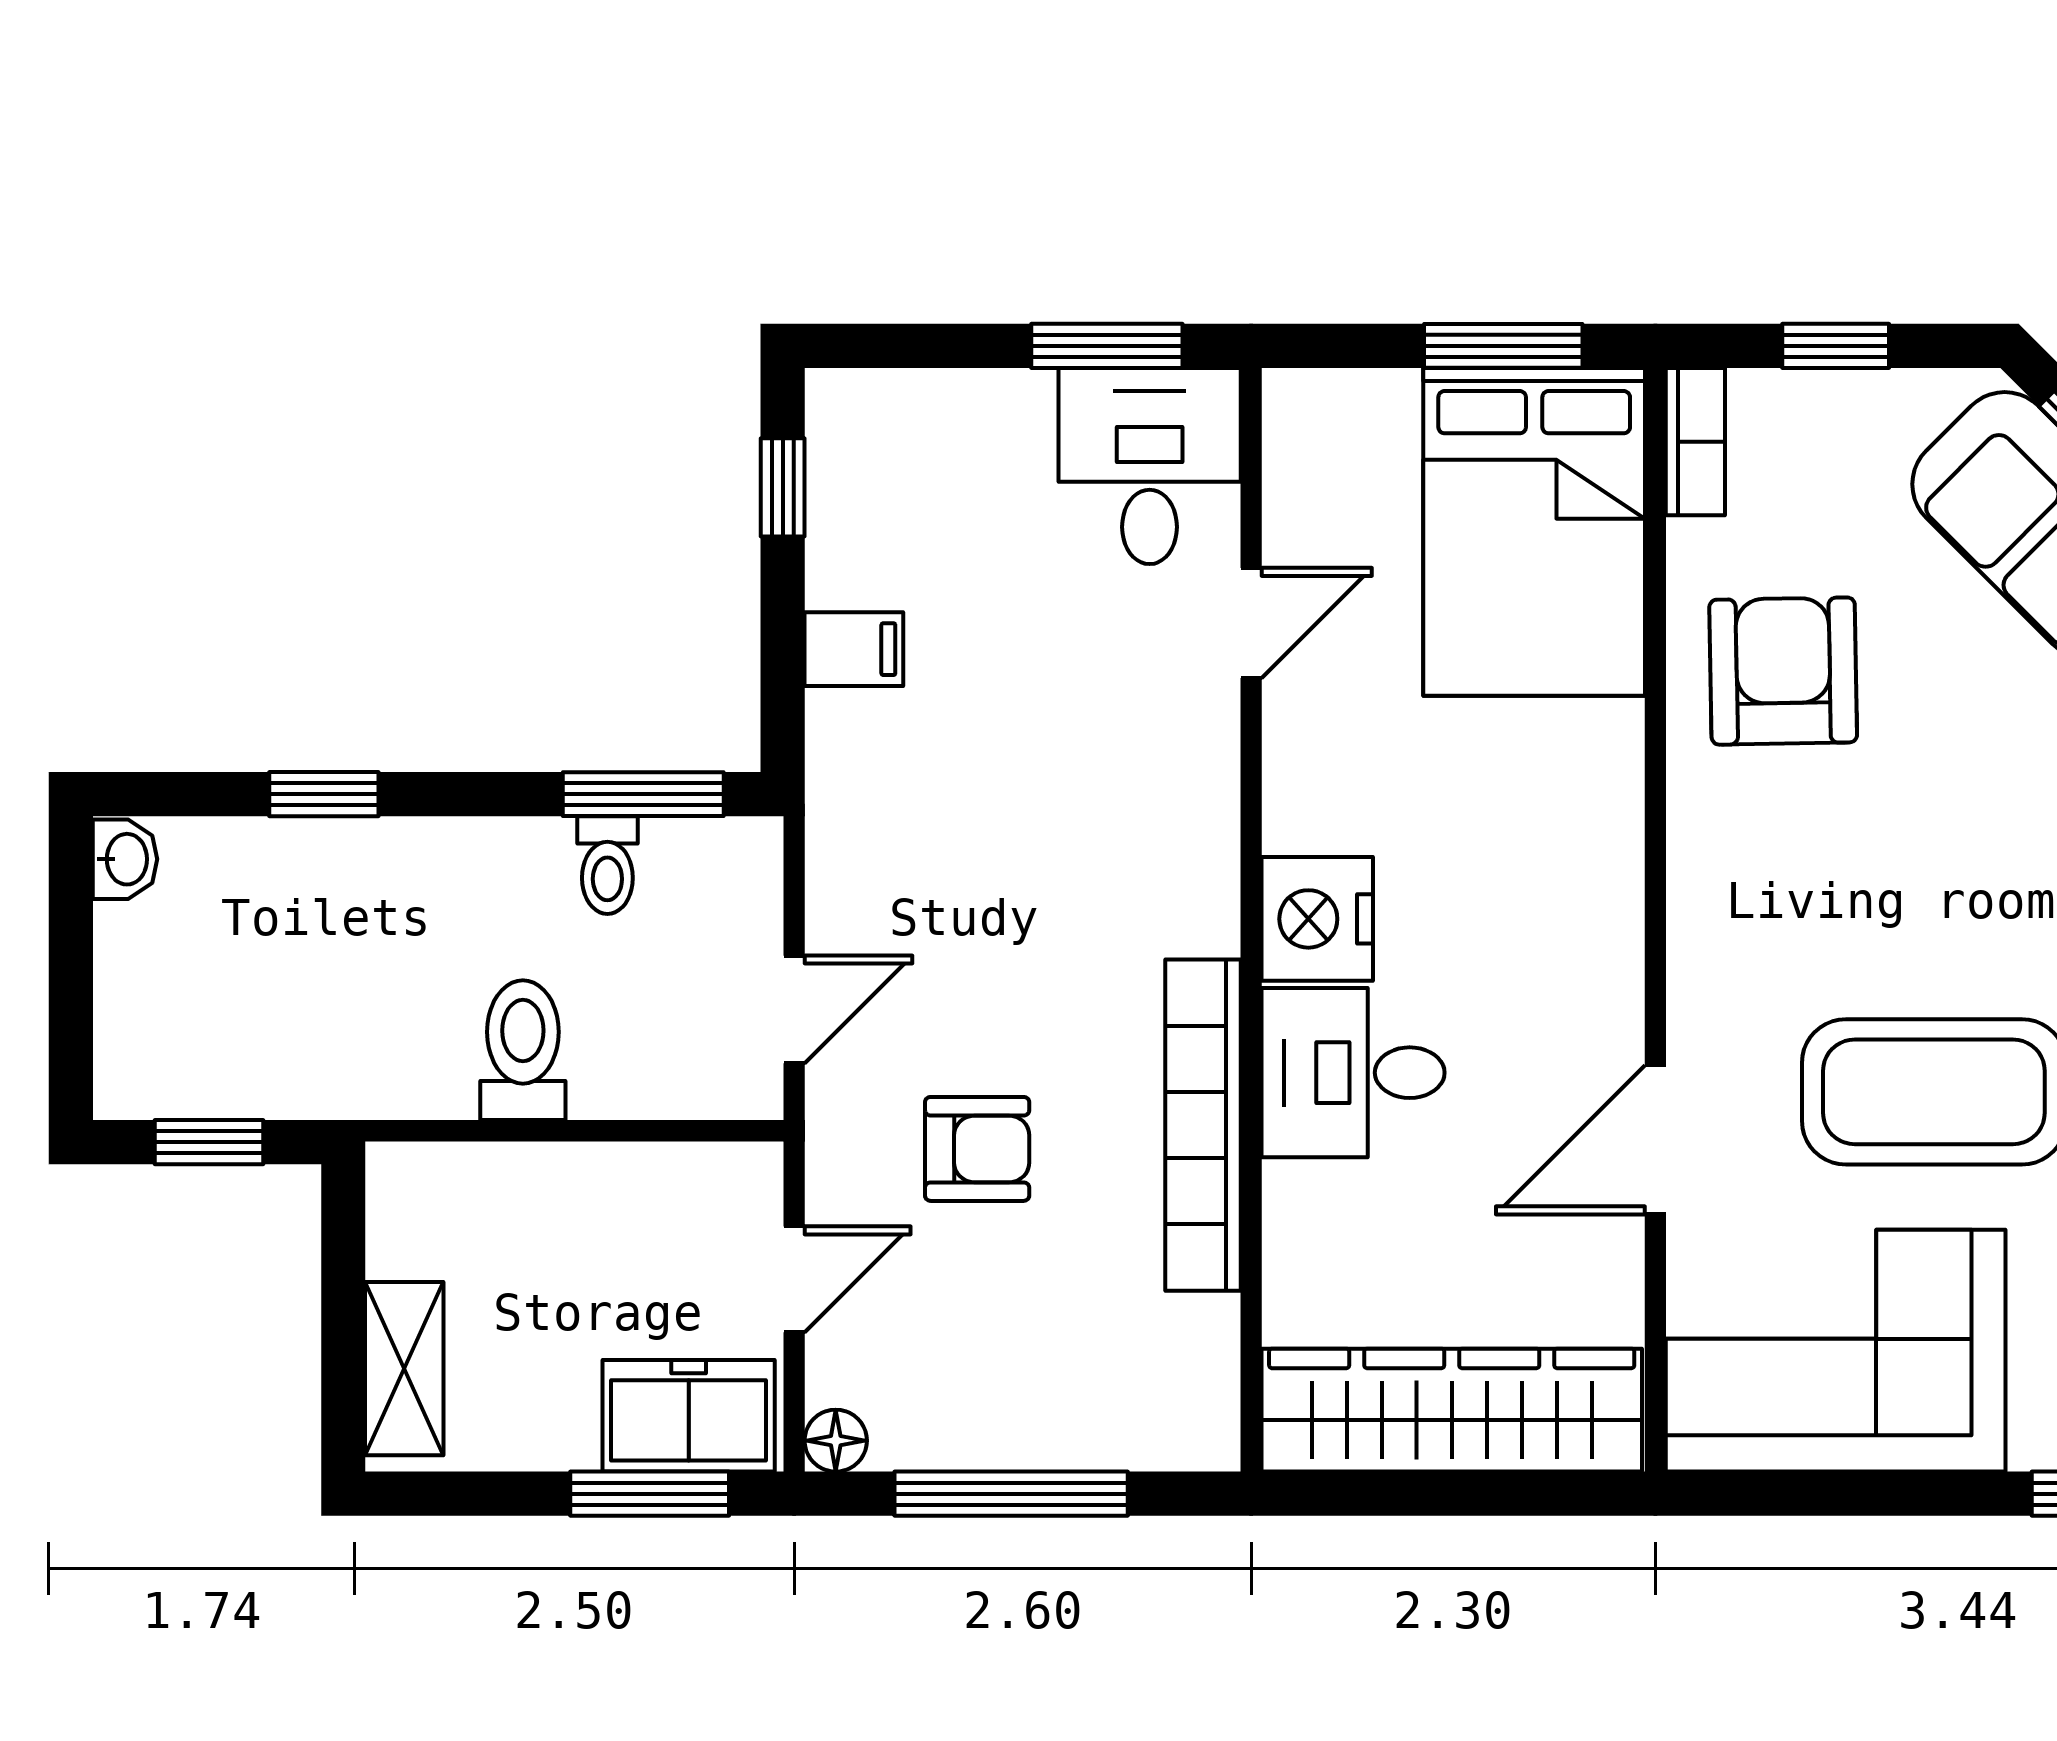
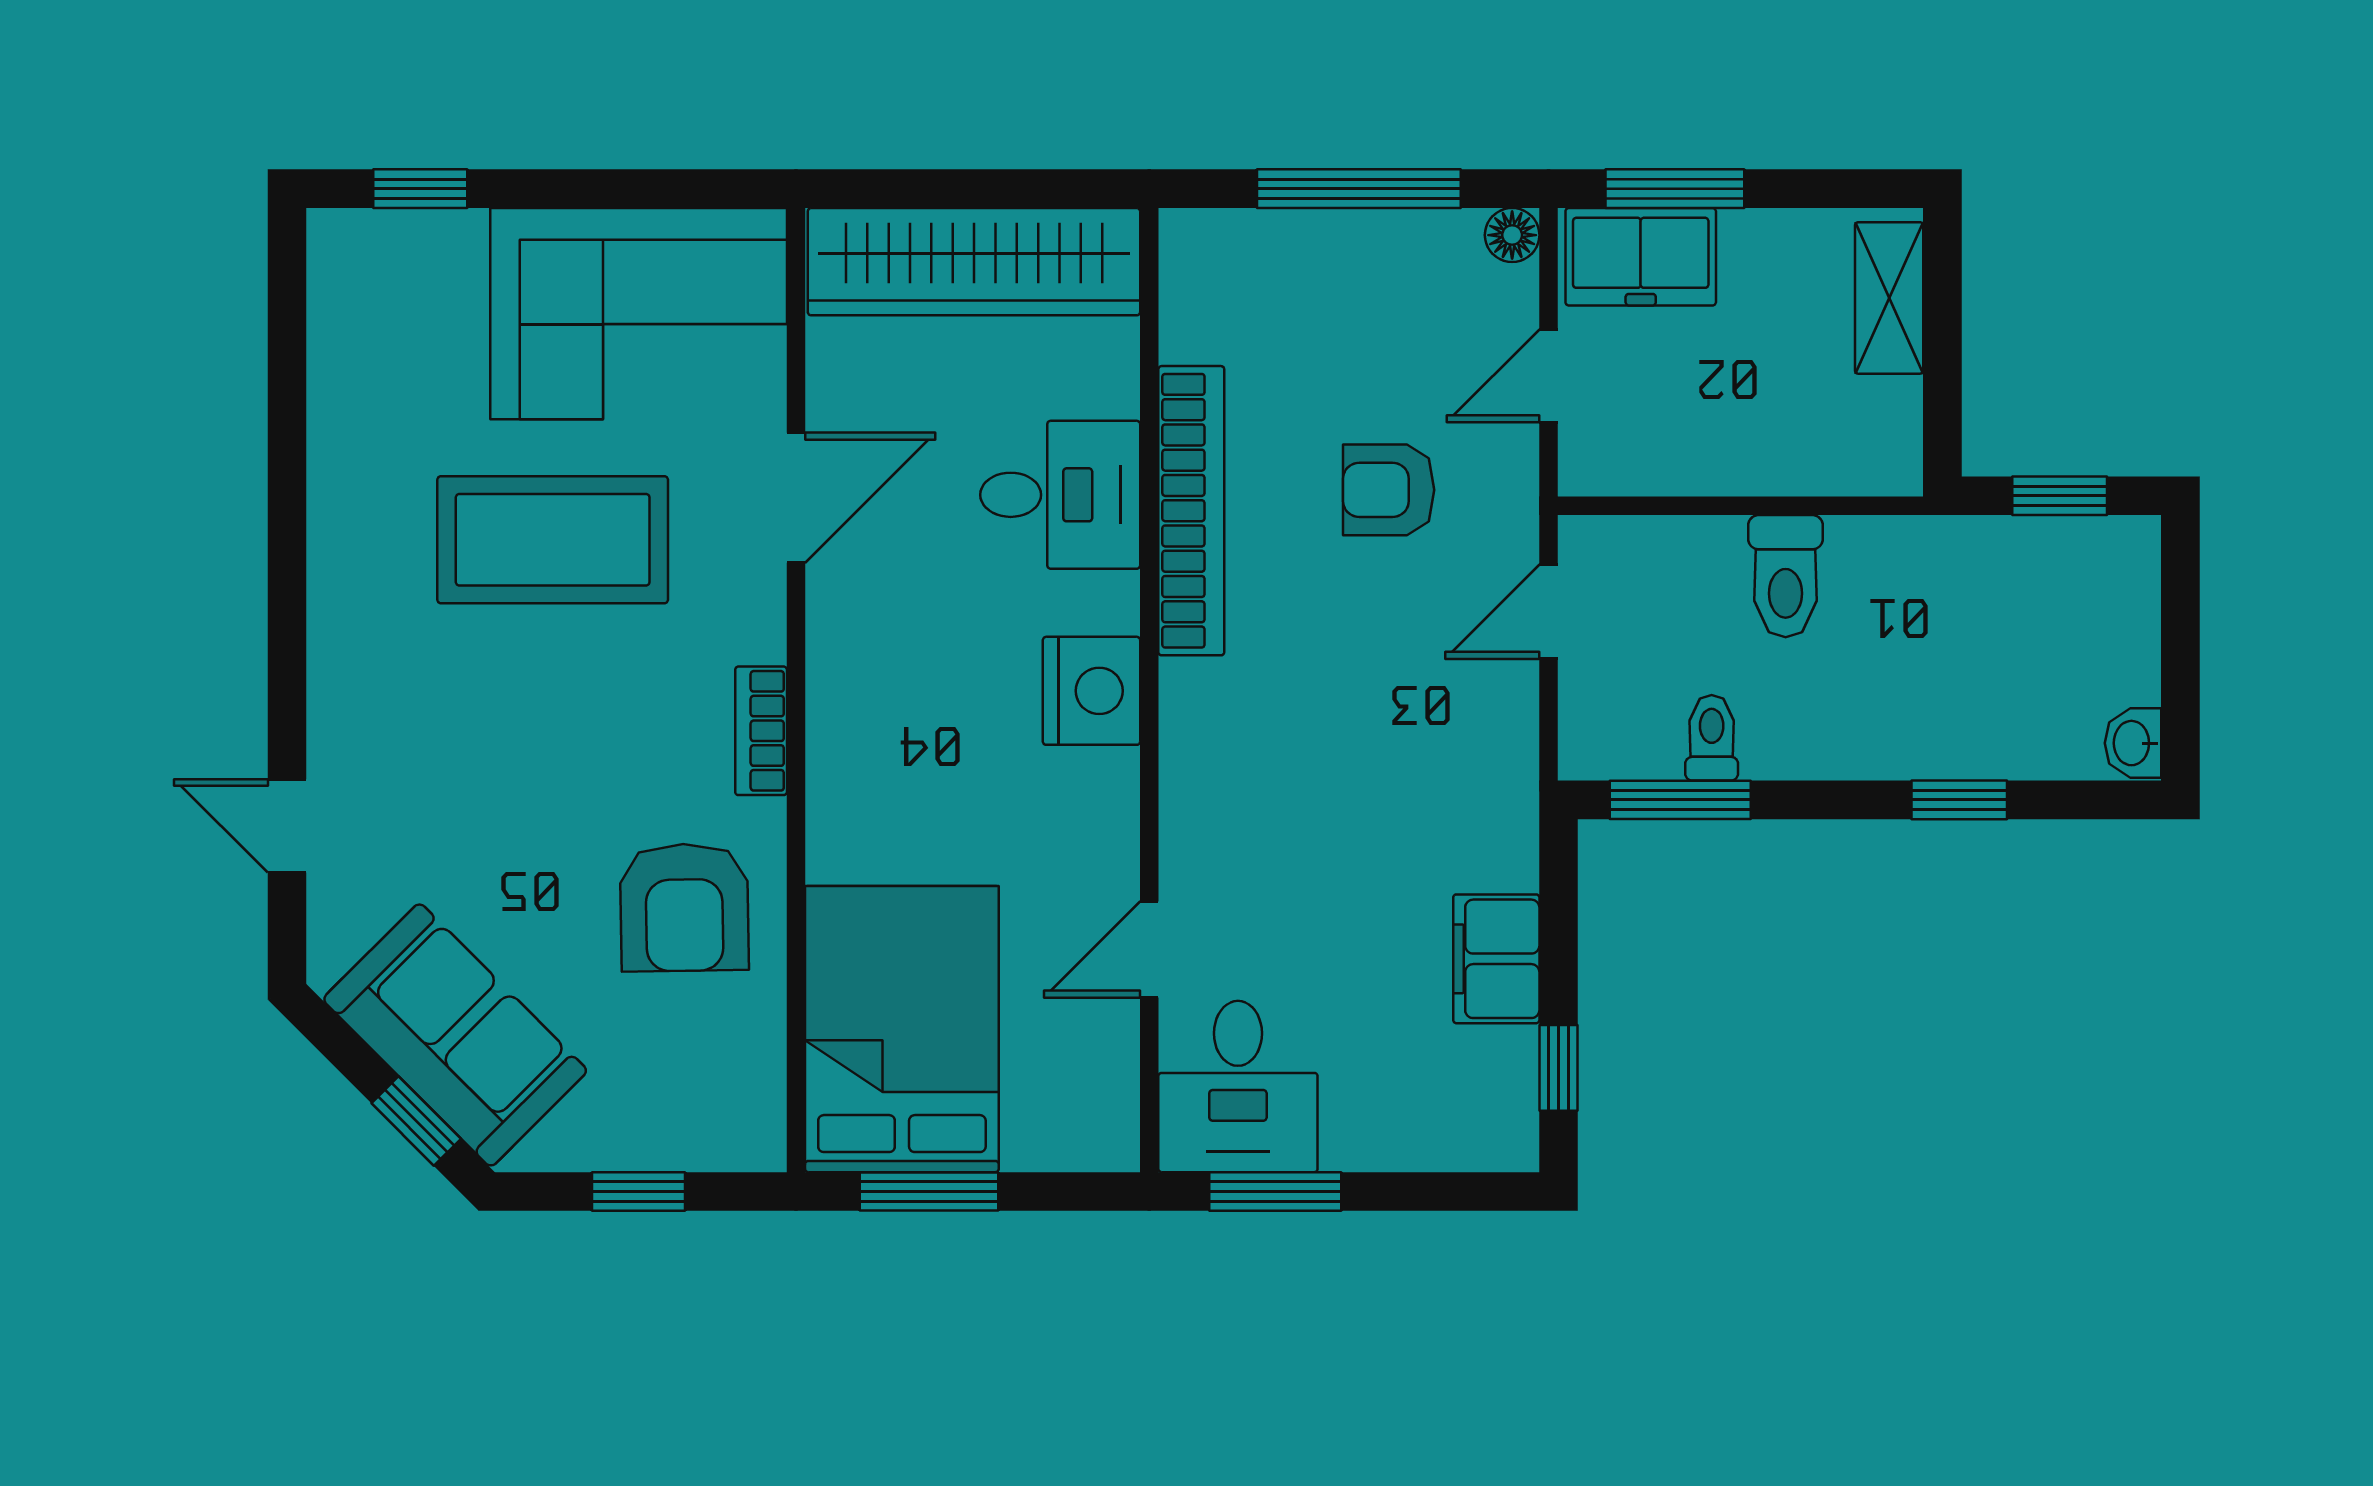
bookcase: (1695, 442) -> (761, 731), moved
filing cabinet: (854, 649) -> (1496, 959), width x2.00
desk: (1353, 1073) -> (1060, 495), moved

